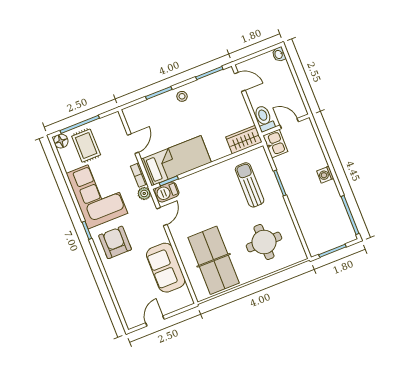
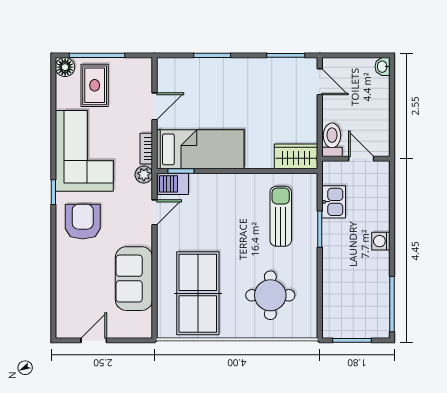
stool: (182, 96) -> (240, 71), removed
kitchen sink: (275, 144) -> (334, 202), moved

